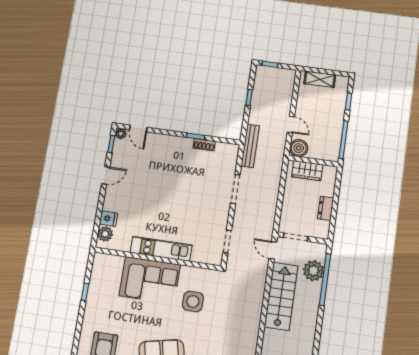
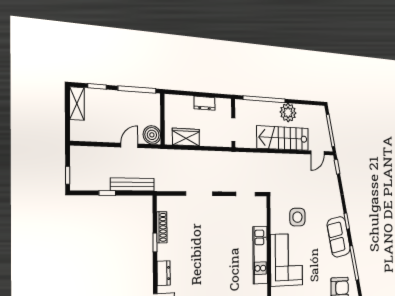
shelving: (320, 79) -> (77, 104), moved
dresser: (165, 141) -> (164, 273), added
shoe rack: (204, 145) -> (162, 227), width x1.43
bench: (250, 146) -> (132, 185), moved
wardrobe: (307, 171) -> (186, 137), moved, turned -90
door: (273, 250) -> (317, 153), moved
plant: (313, 271) -> (288, 113), moved

